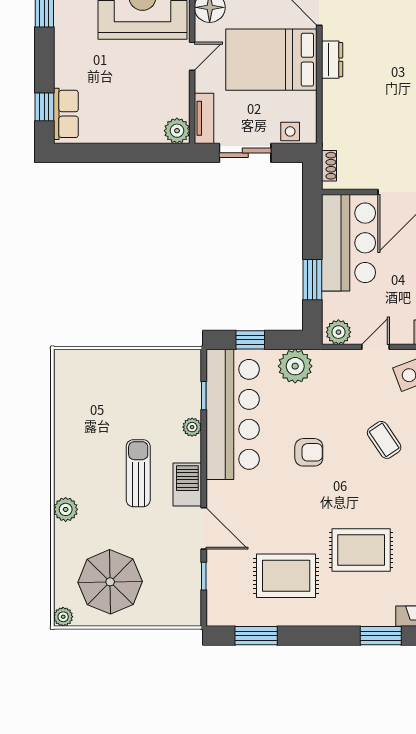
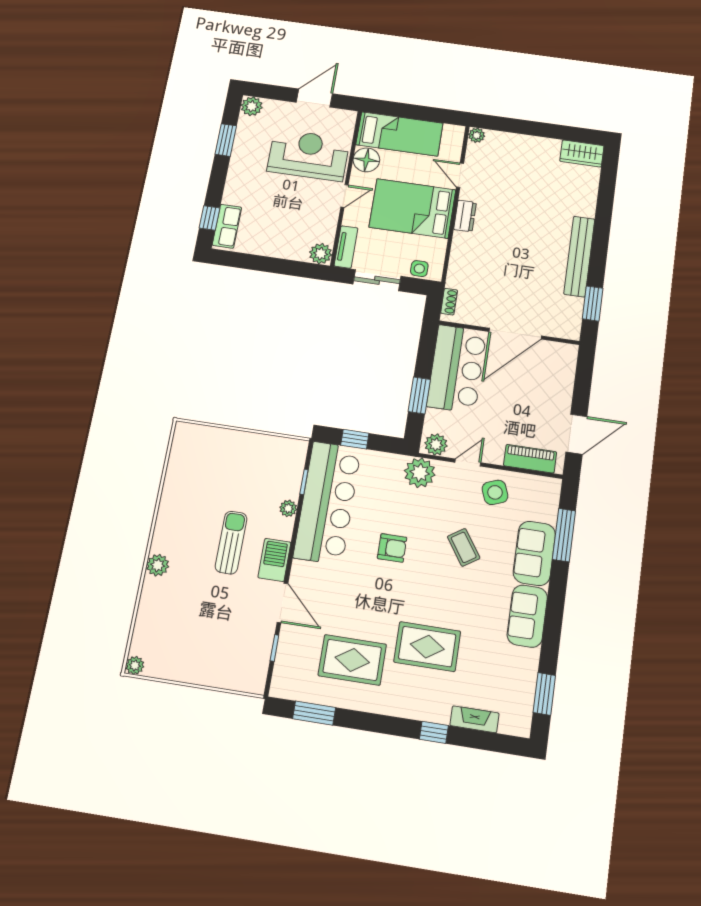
plant: (295, 366) -> (420, 473), moved
parasol: (110, 582) -> (185, 639), removed
window: (381, 636) -> (434, 732), width x0.67

